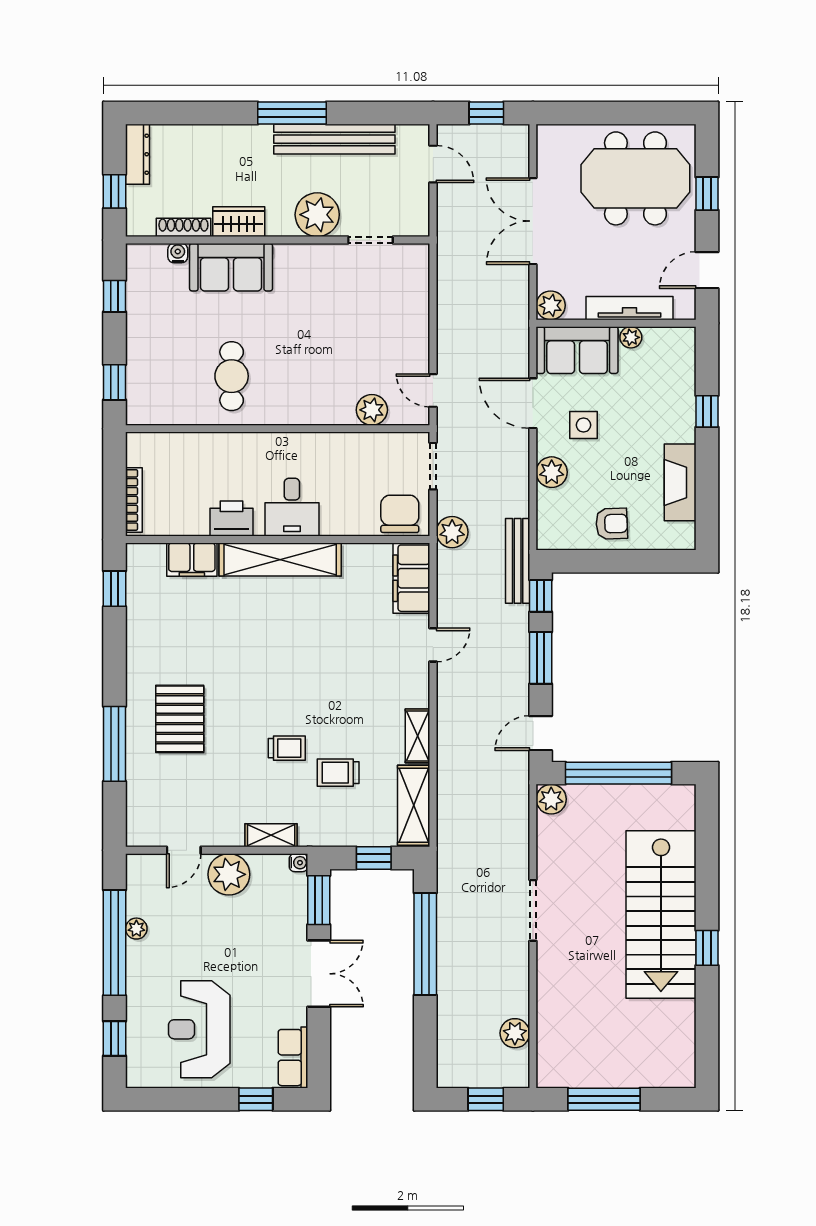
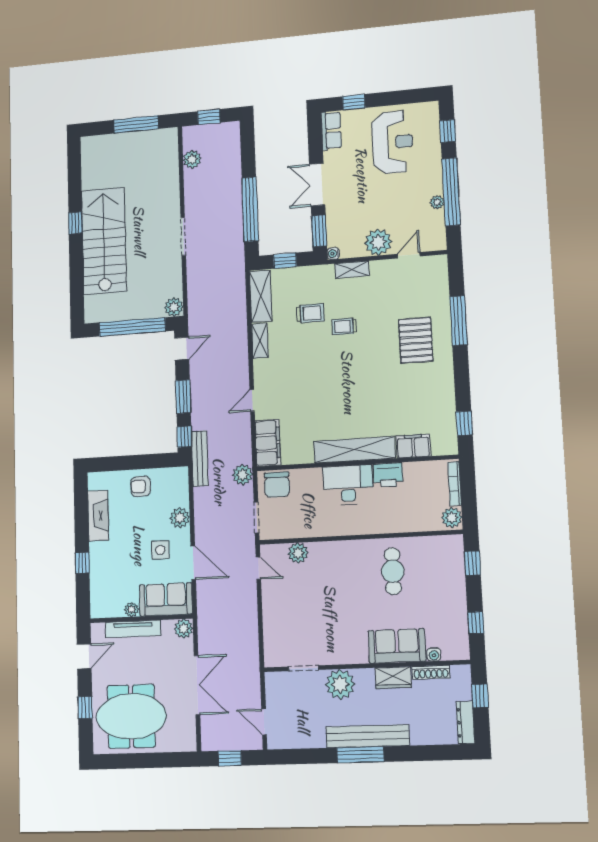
bench: (334, 139) -> (367, 736), moved
plant: (141, 450) -> (452, 518), added
desk: (292, 507) -> (348, 485), width x1.37

